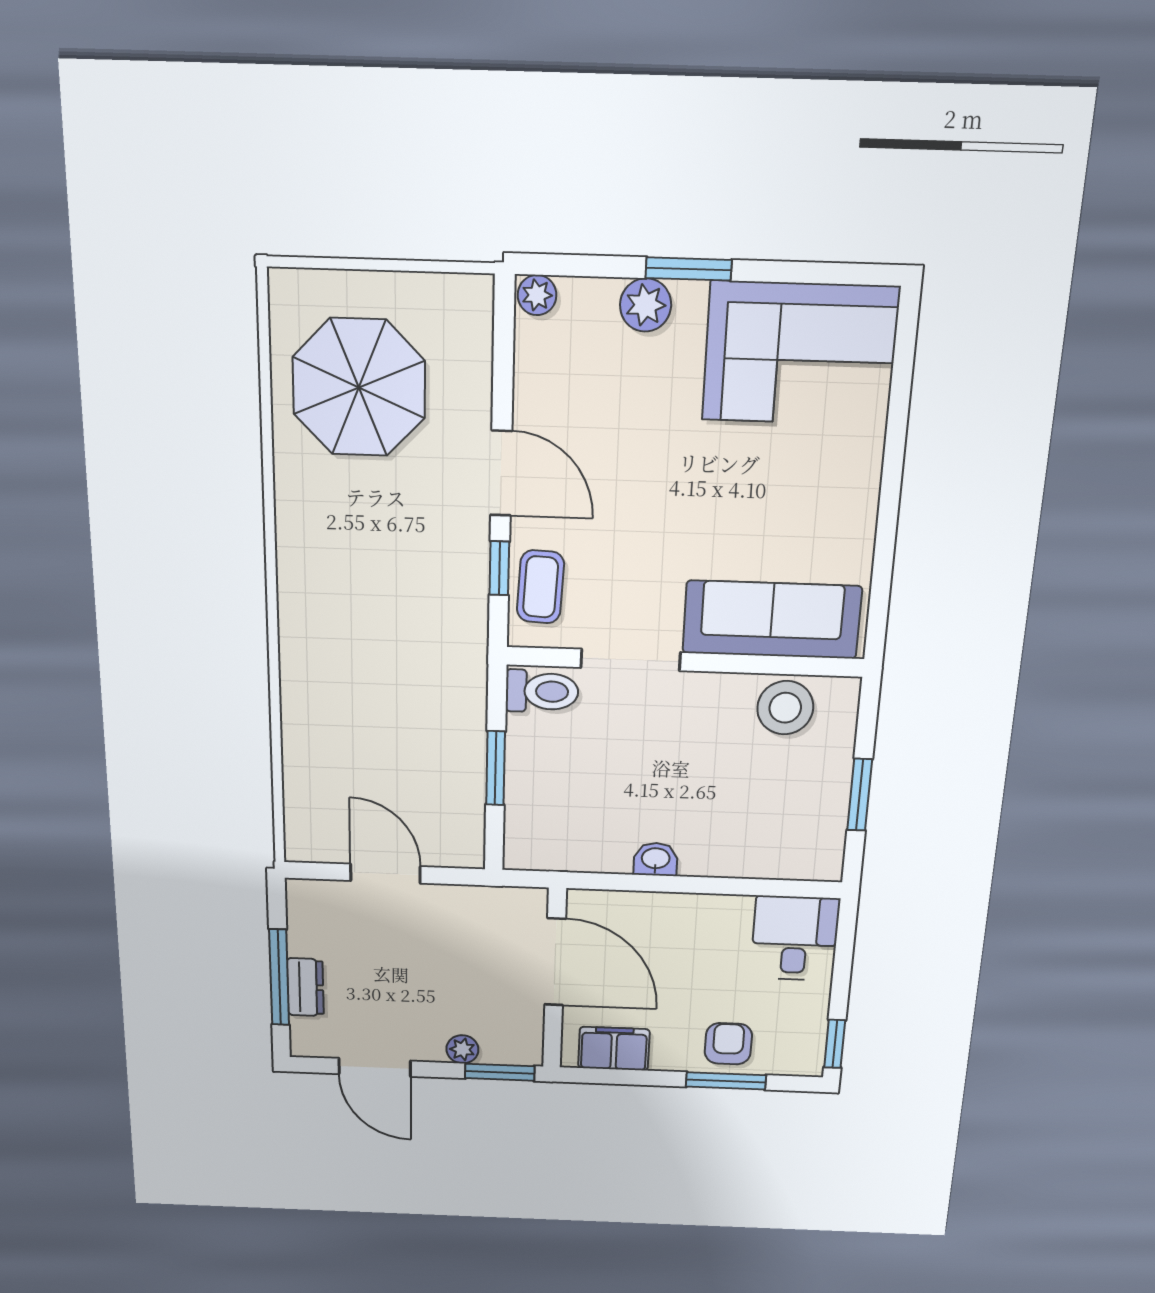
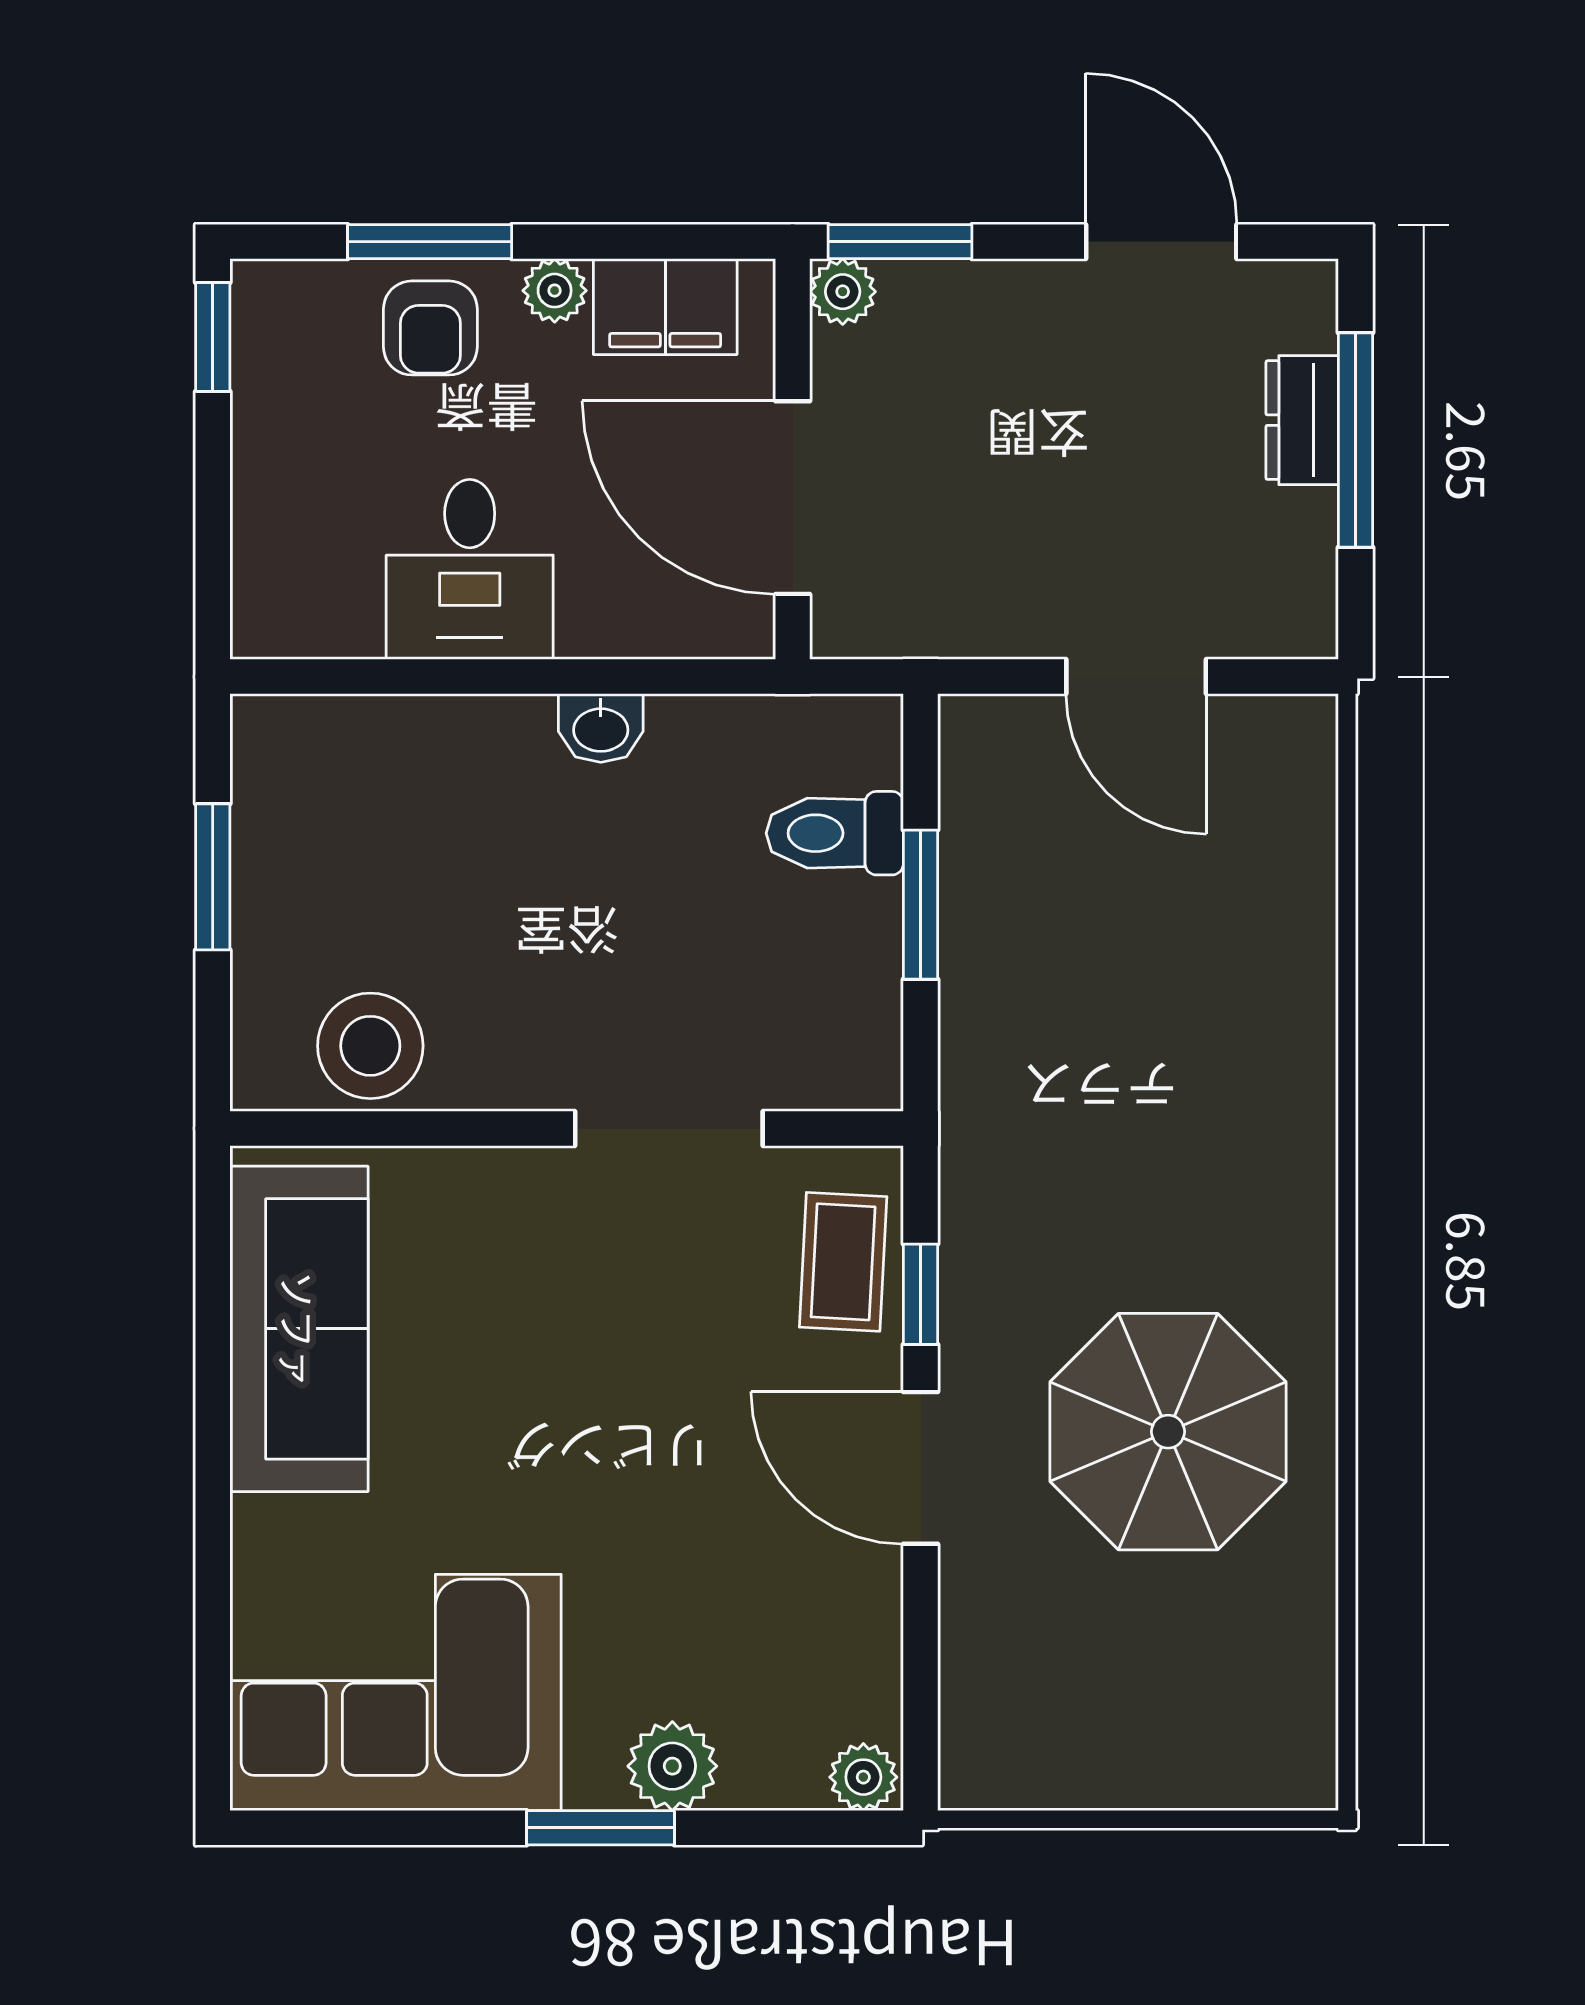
parasol: (359, 387) -> (1168, 1432), moved
sofa: (772, 620) -> (299, 1329), moved, turned -90
toilet: (542, 691) -> (835, 833), moved
desk: (795, 938) -> (470, 569), moved
plant: (462, 1049) -> (843, 292), moved
plant: (667, 1058) -> (555, 291), added

